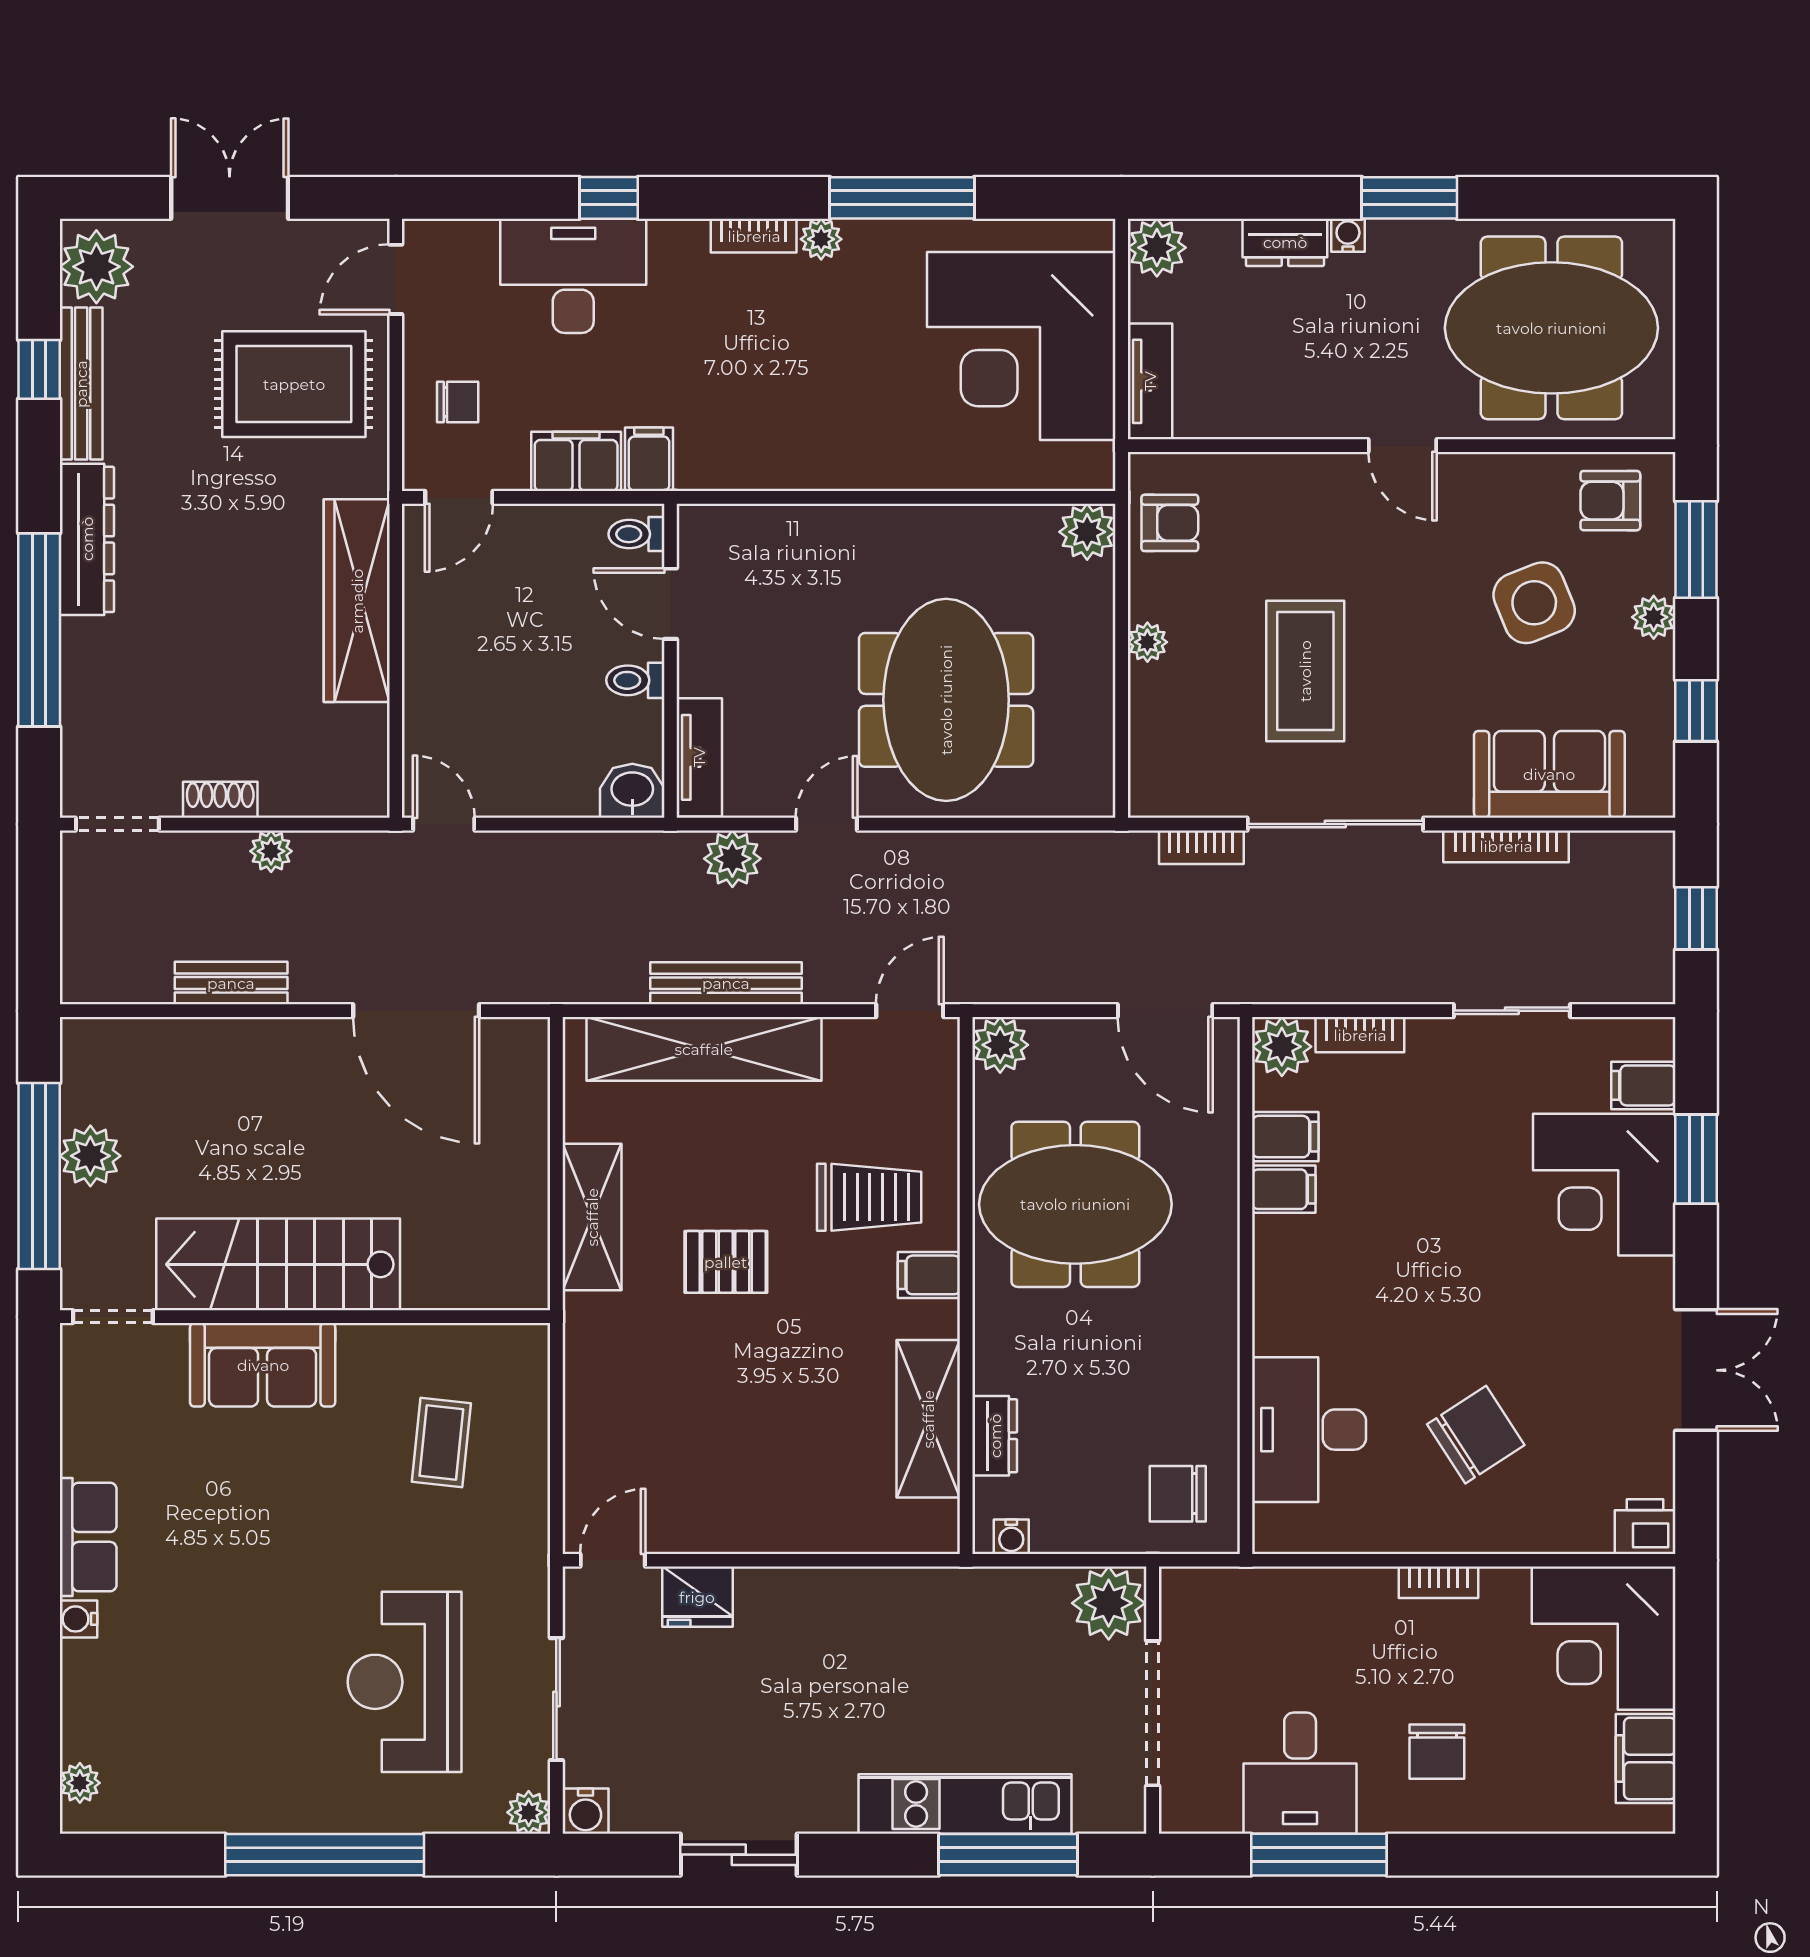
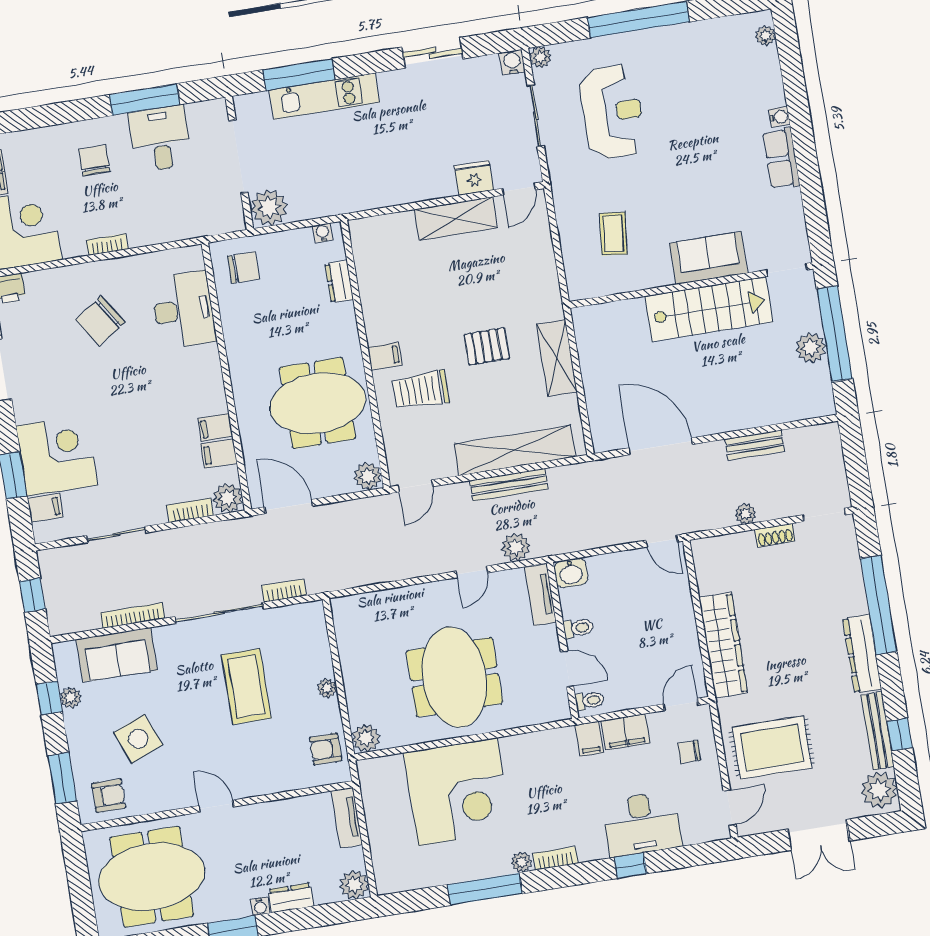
corner desk: (1021, 346) -> (458, 792), moved, turned 90
plant: (1654, 617) -> (71, 698), moved
meeting table: (946, 700) -> (454, 677), moved
shelving: (928, 1419) -> (456, 219), moved, turned 90

